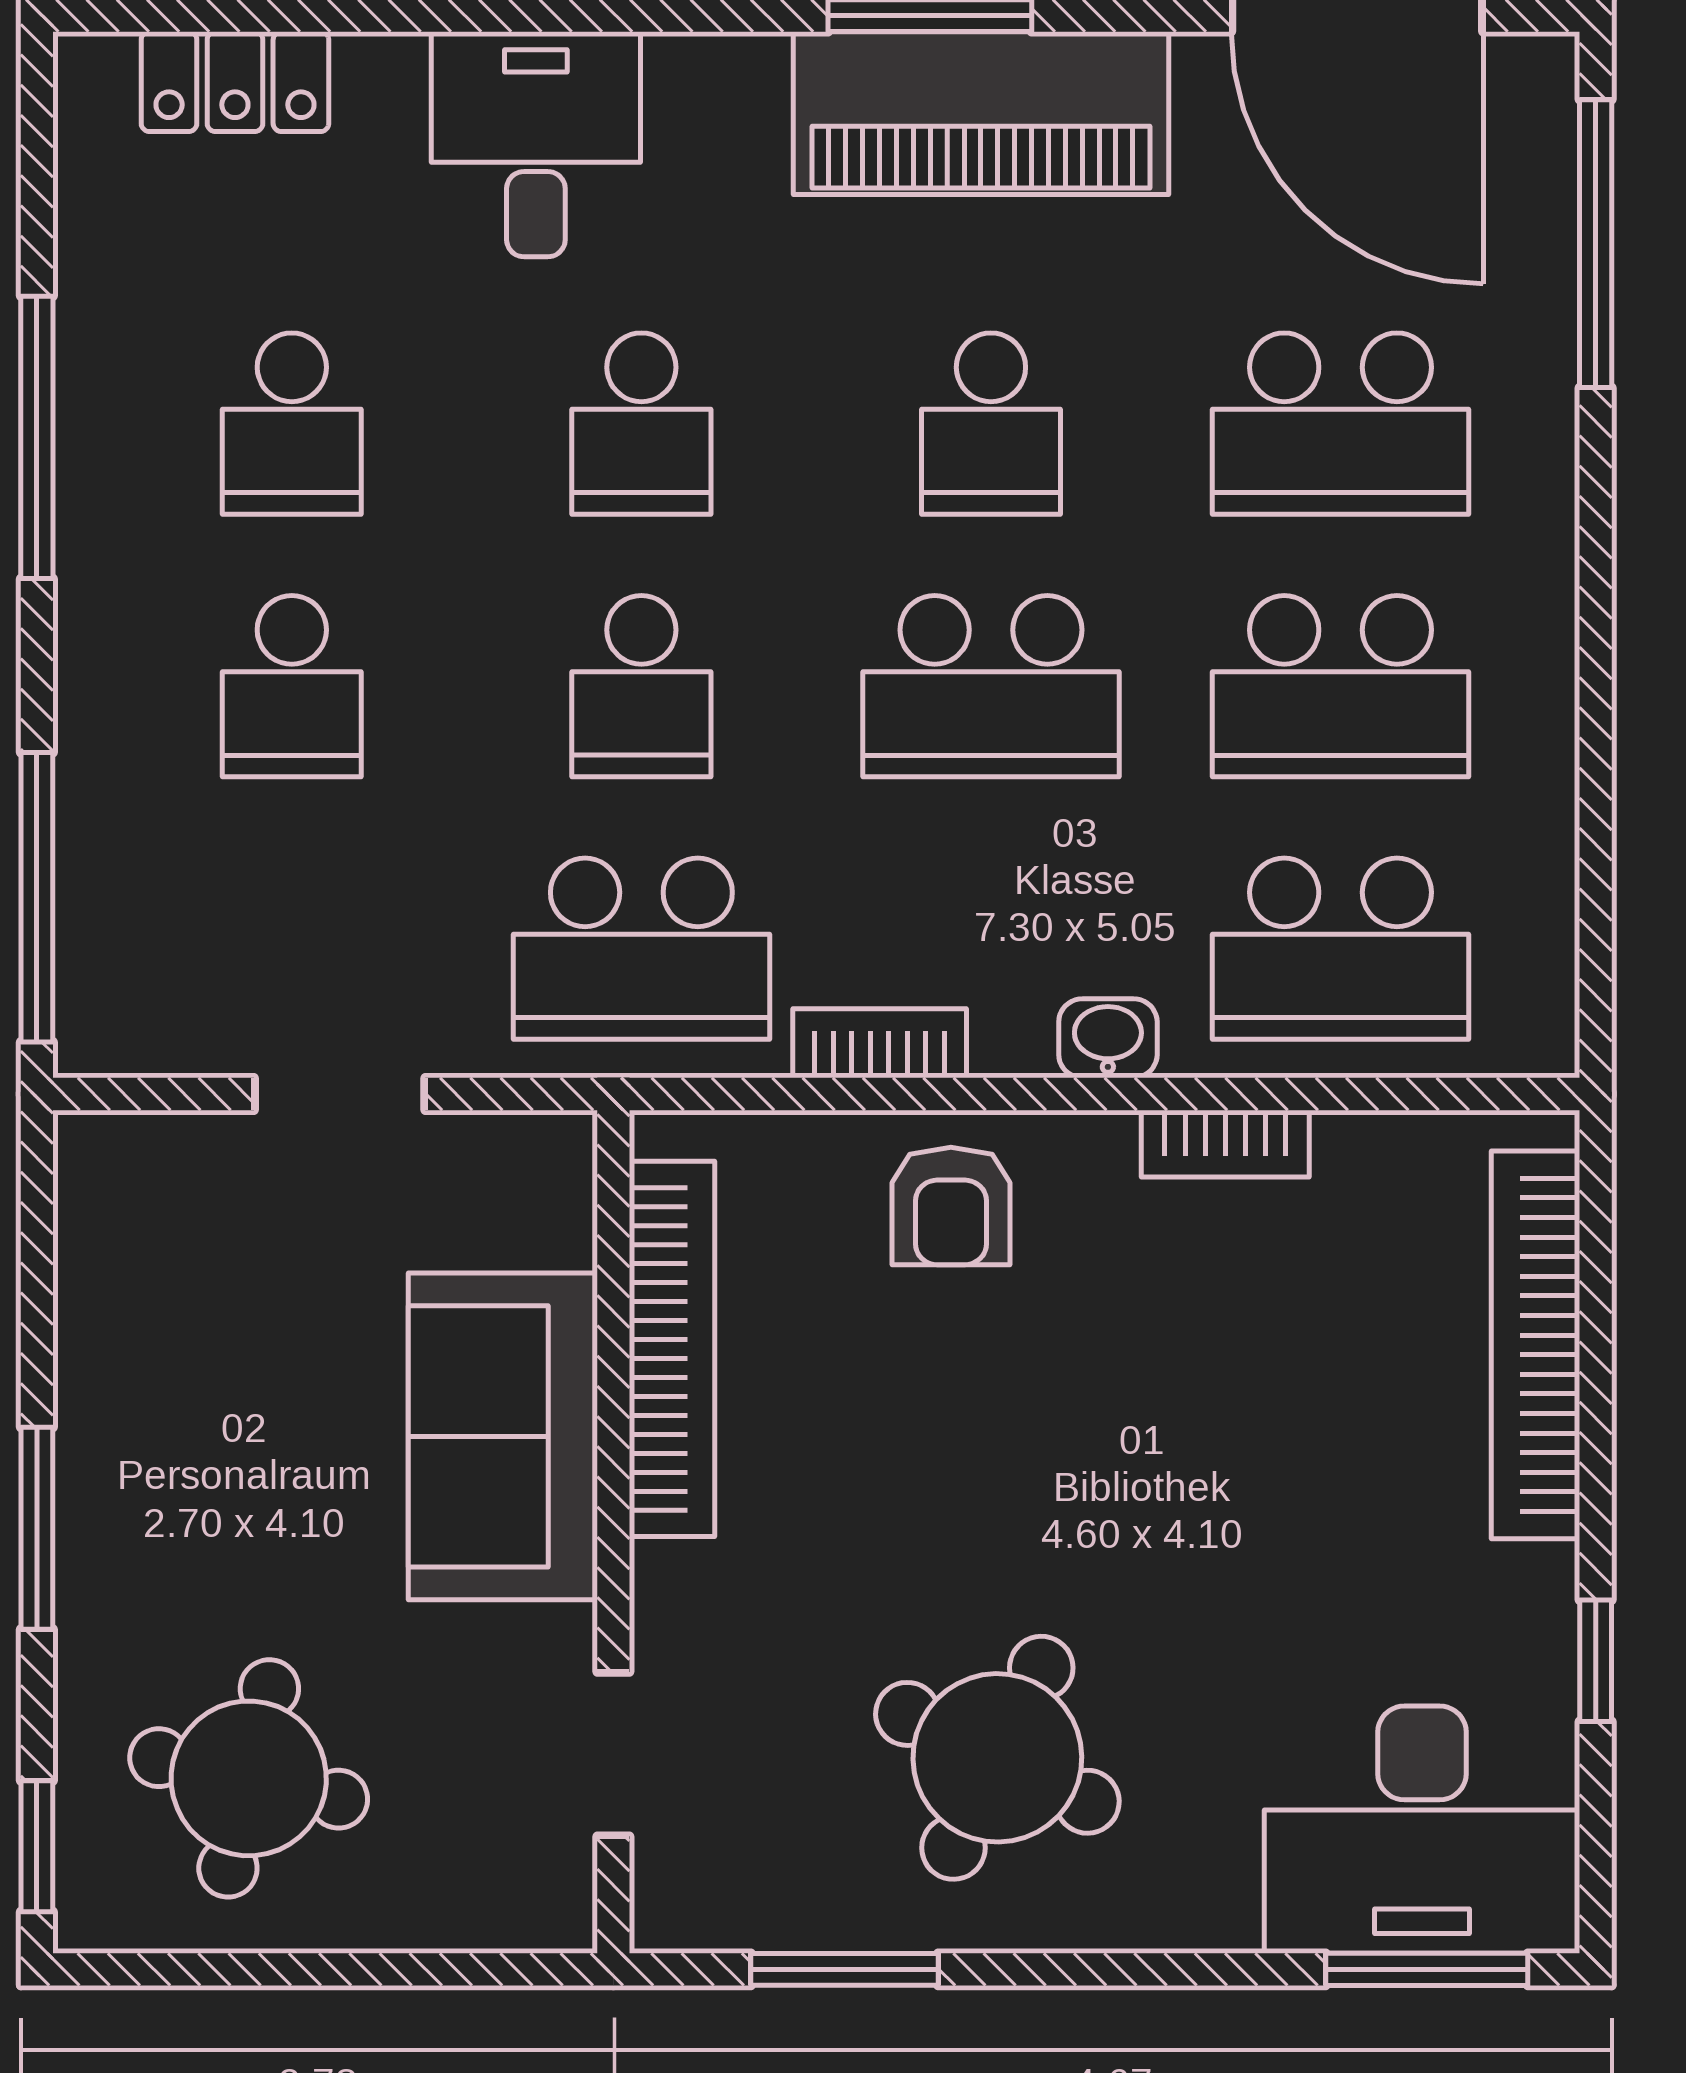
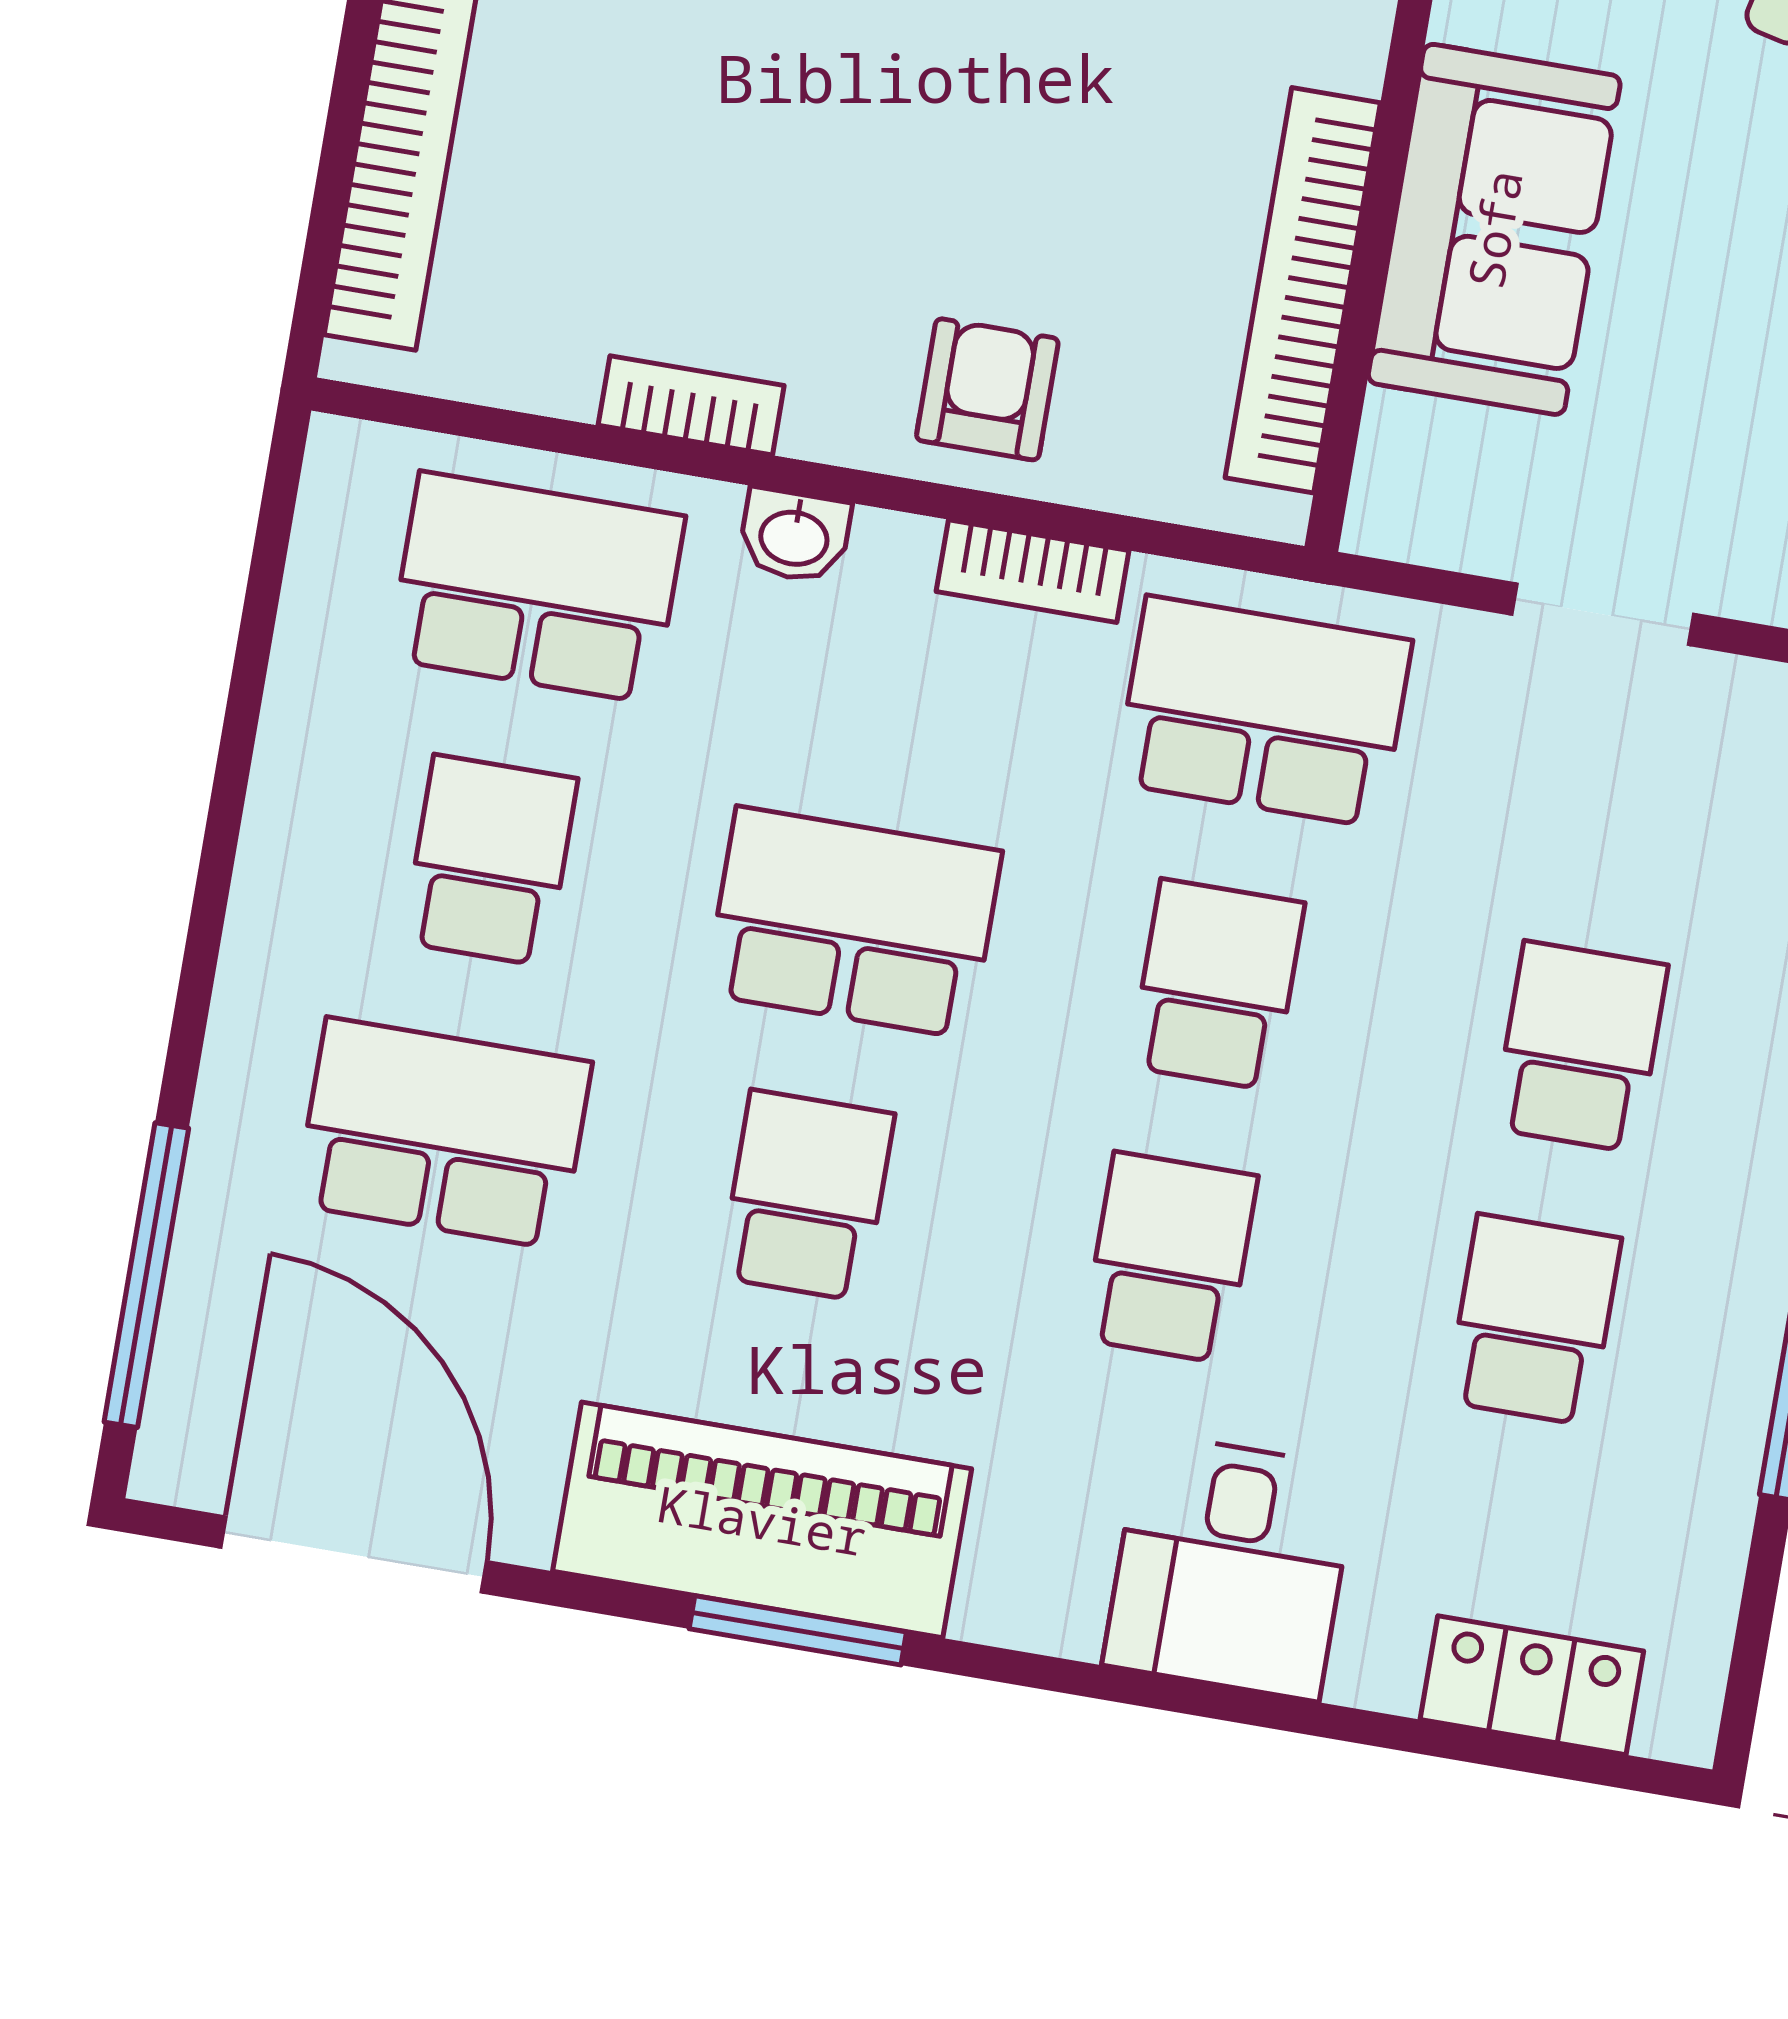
school desk: (1341, 686) -> (490, 860), width x0.54

